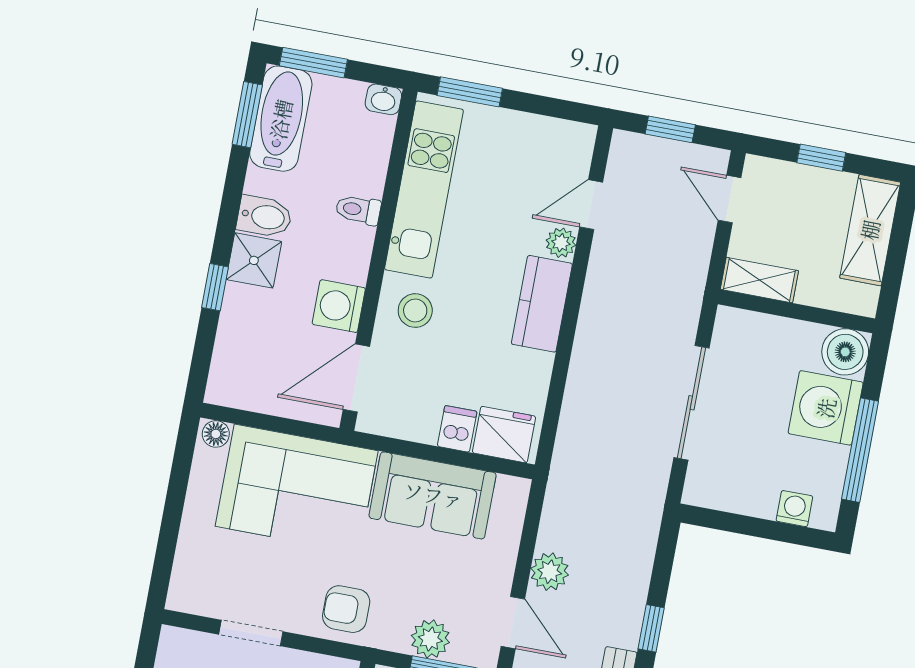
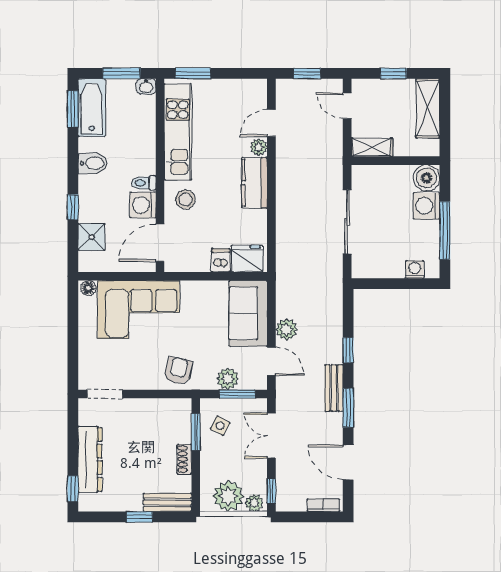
window: (313, 63) -> (122, 73), moved
toilet: (358, 210) -> (144, 183), moved
shower: (254, 260) -> (91, 237), moved
washing machine: (826, 408) -> (426, 206), width x0.73, depth x0.73
sofa: (433, 495) -> (248, 313), moved, turned 90
armchair: (346, 609) -> (178, 371), turned 103
doorway: (251, 633) -> (105, 394), moved

